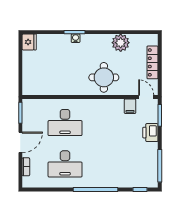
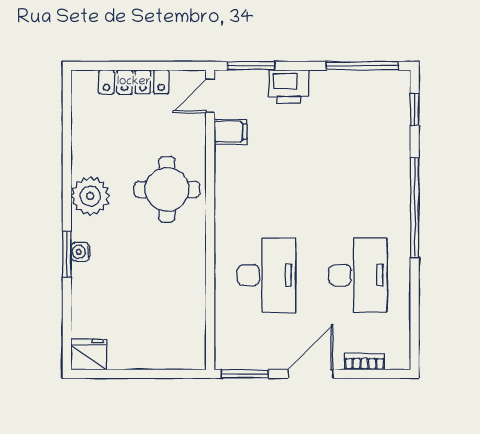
plant: (121, 43) -> (90, 196), moved
door: (20, 142) -> (311, 374), hinge flipped

